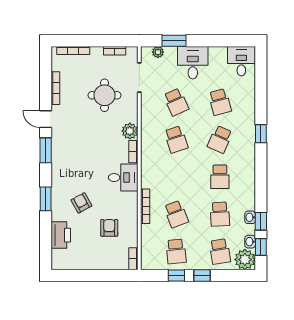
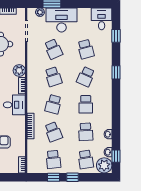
desk: (193, 63) -> (62, 20), width x1.37
school desk: (176, 177) -> (53, 104), added
window: (261, 221) -> (116, 36), moved

